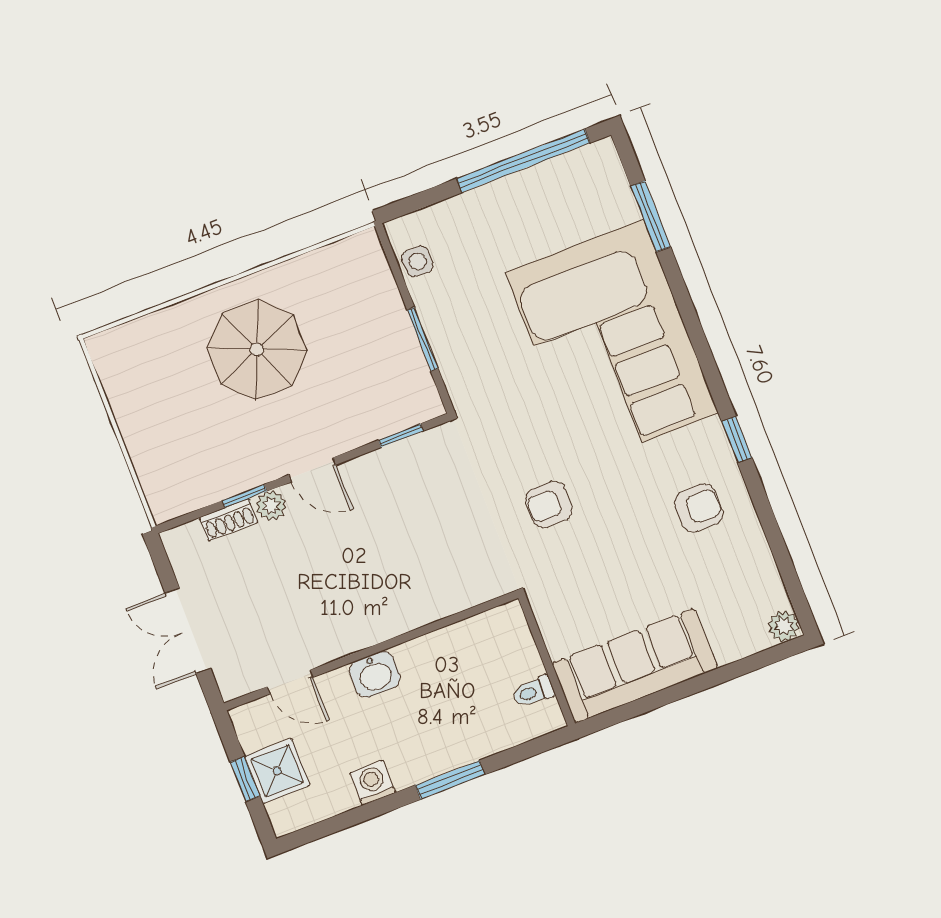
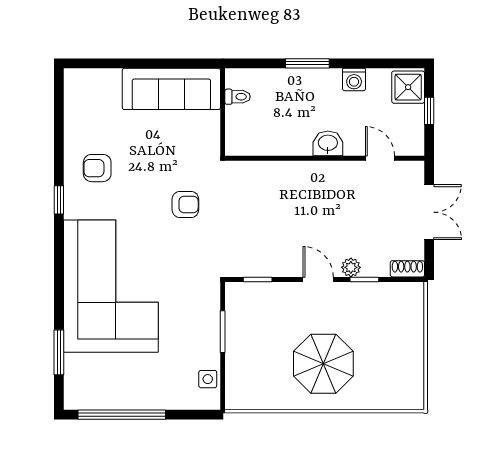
shoe rack: (229, 520) -> (407, 269), moved
plant: (784, 626) -> (74, 78), removed
shower: (277, 771) -> (408, 87), moved

